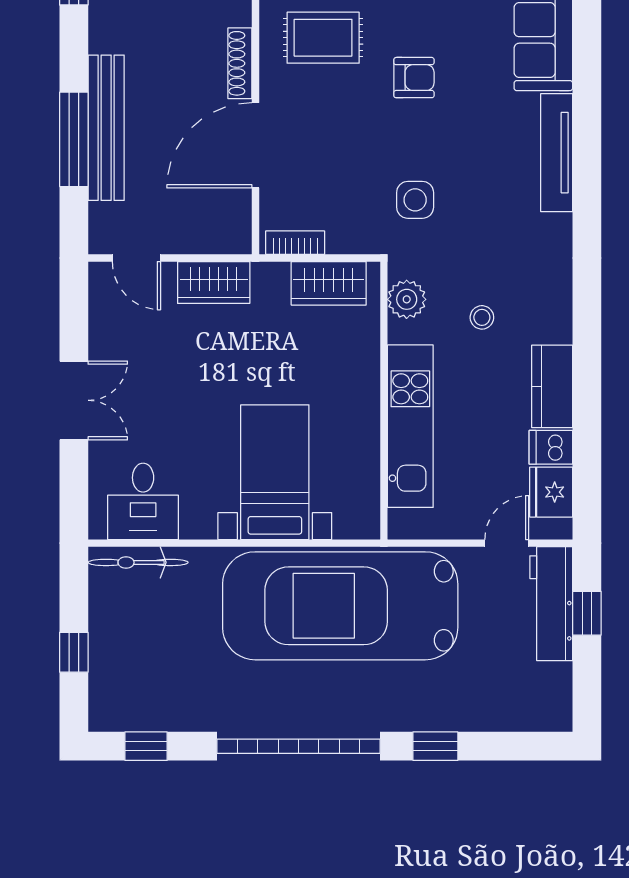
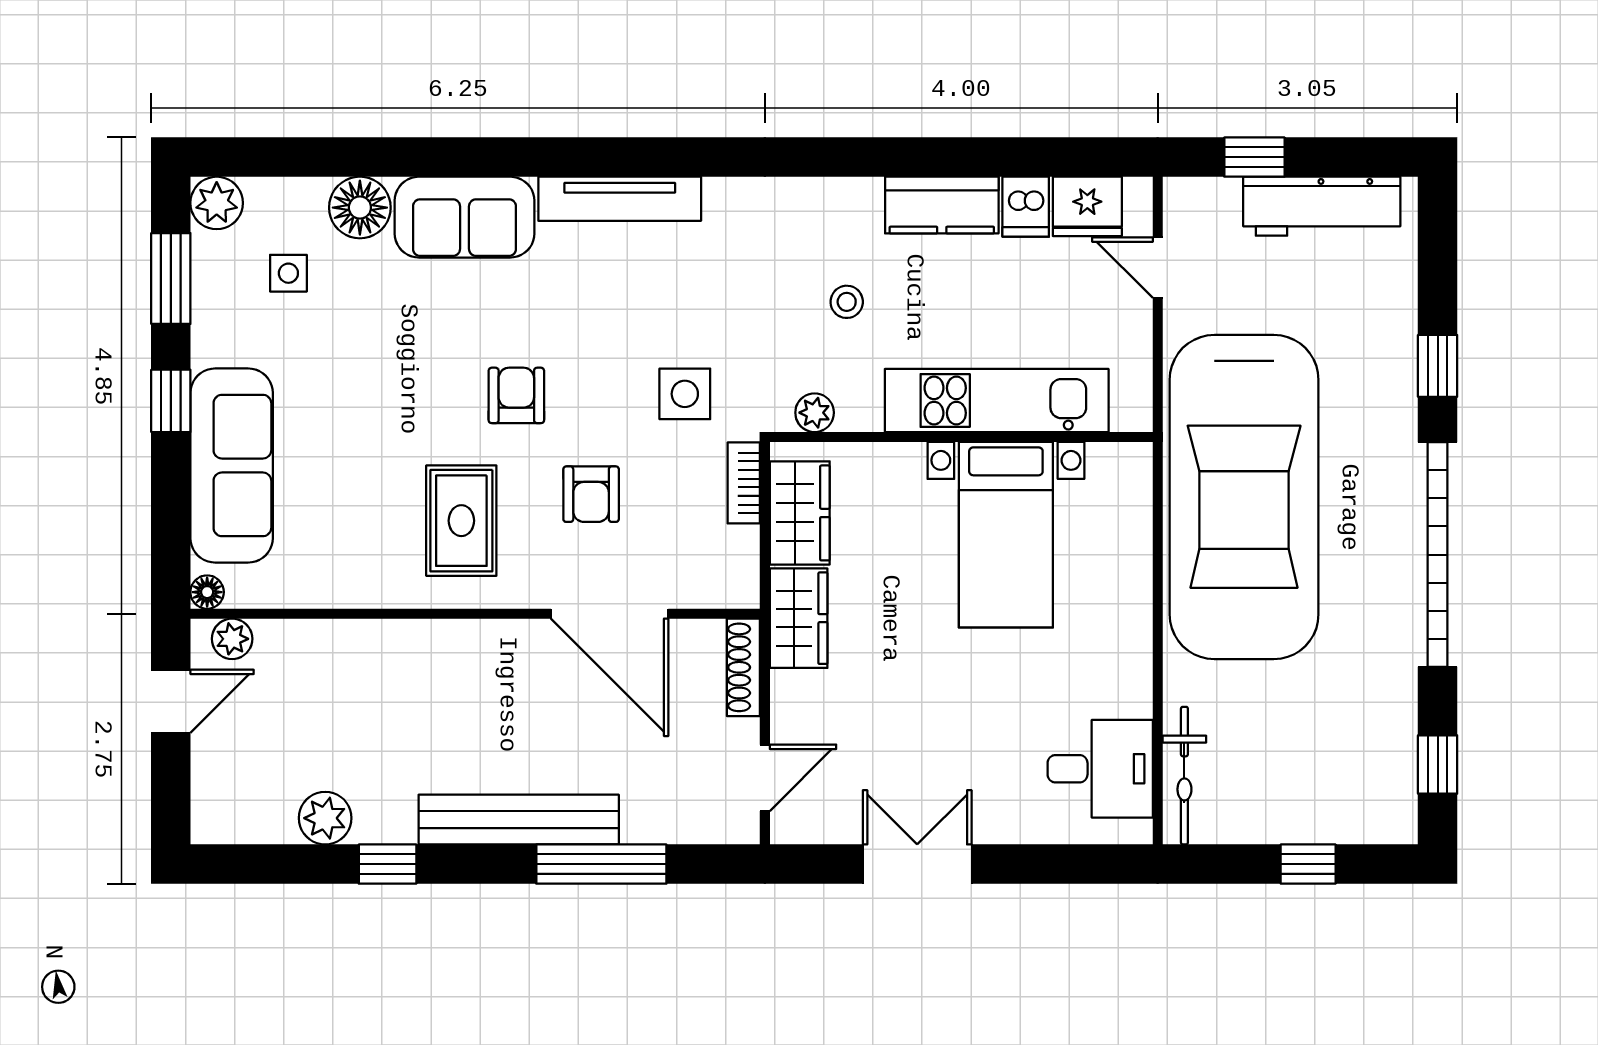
shoe rack: (240, 63) -> (743, 667), moved, turned 90
bench: (106, 128) -> (519, 820), moved
armchair: (342, 132) -> (591, 494), added
bookcase: (295, 243) -> (744, 483), moved
wardrobe: (214, 282) -> (799, 618), moved
plant: (407, 299) -> (815, 413), width x0.73, depth x0.73
double door: (74, 400) -> (917, 864), moved
bed with nightstands: (275, 472) -> (1006, 535), moved, turned -90
workbench: (551, 604) -> (1322, 206), moved

